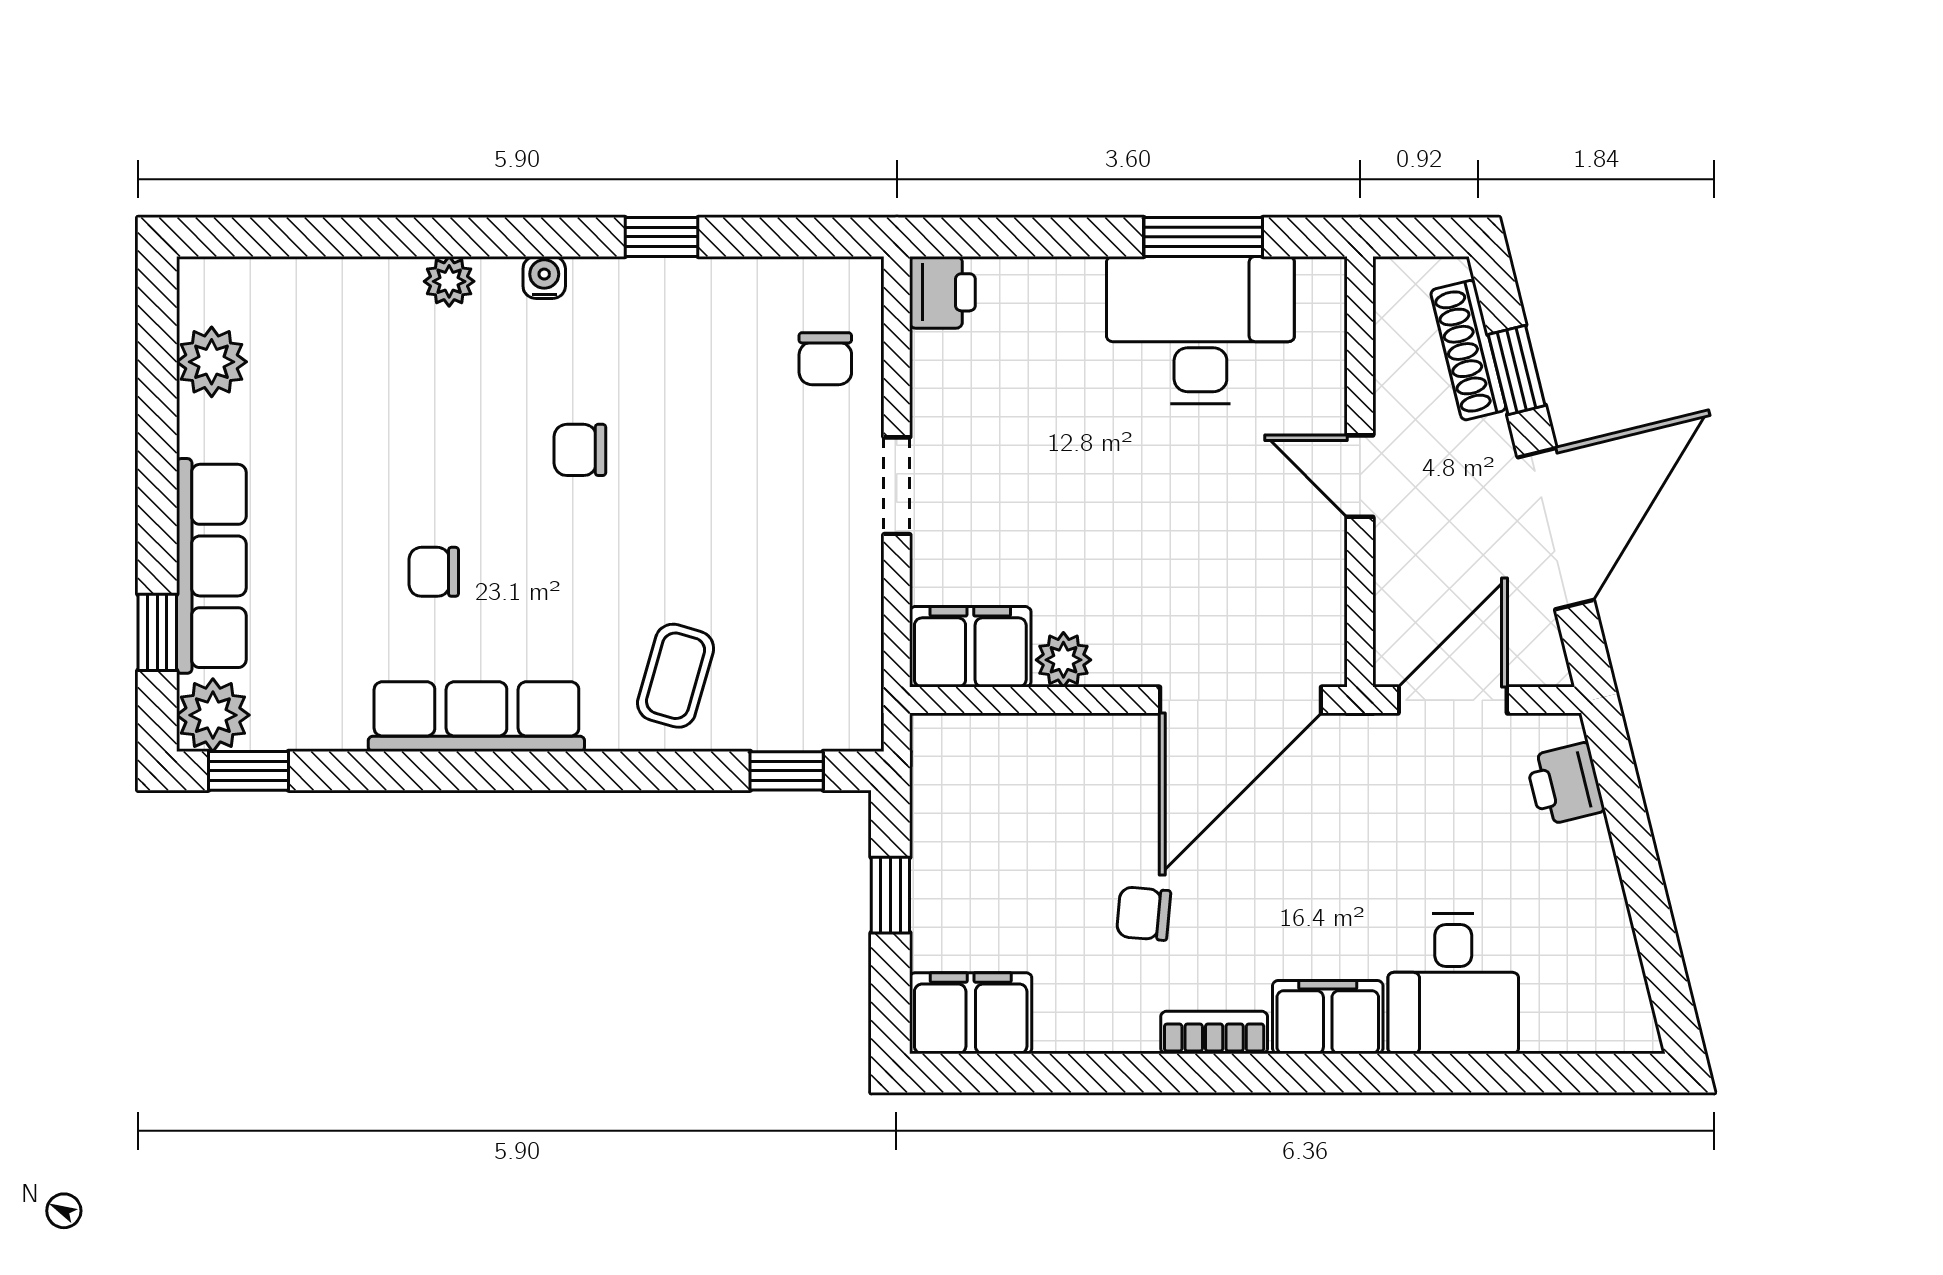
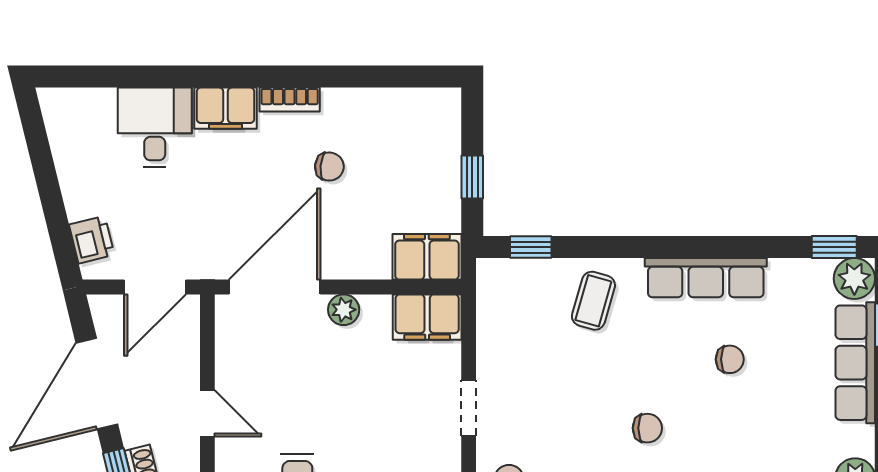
plant: (1063, 660) -> (344, 310), moved
filing cabinet: (971, 1013) -> (427, 257), moved, turned 180

